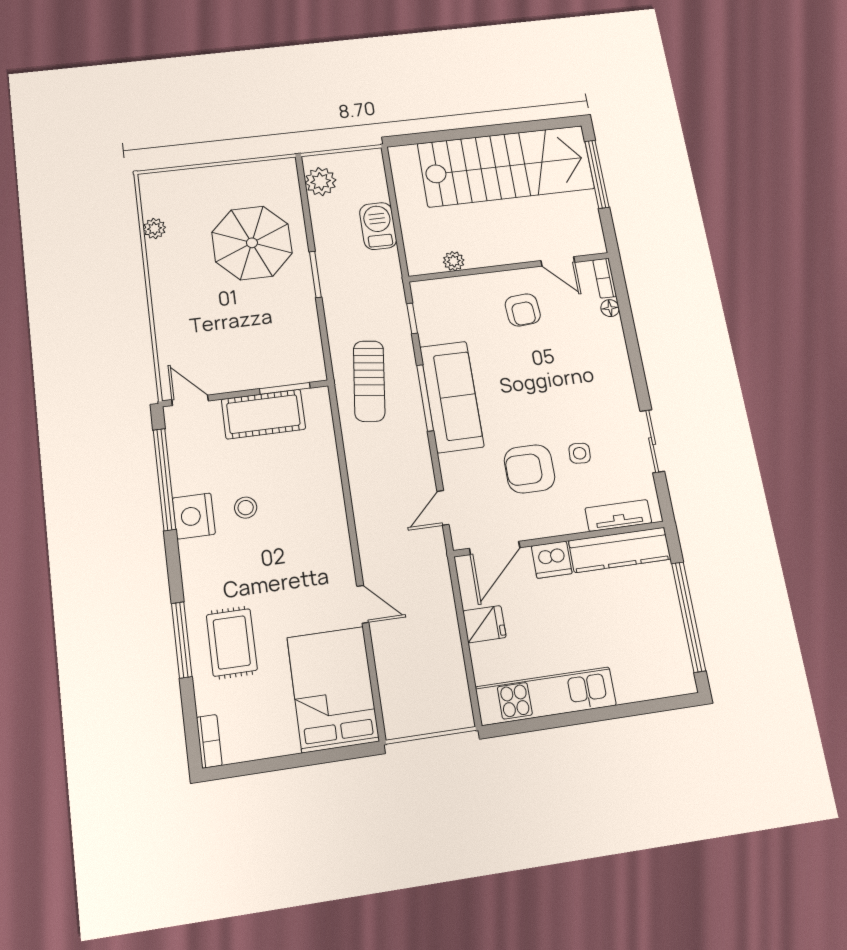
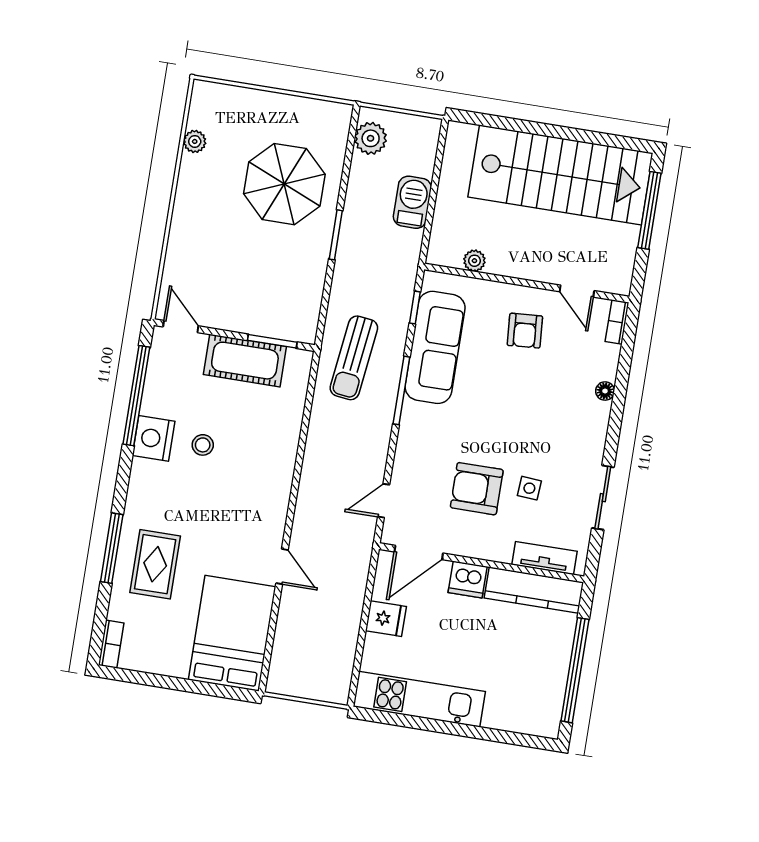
floor lamp: (610, 308) -> (605, 391), moved
sofa: (452, 397) -> (435, 347), moved

